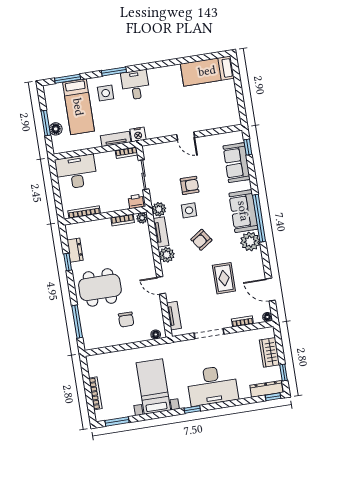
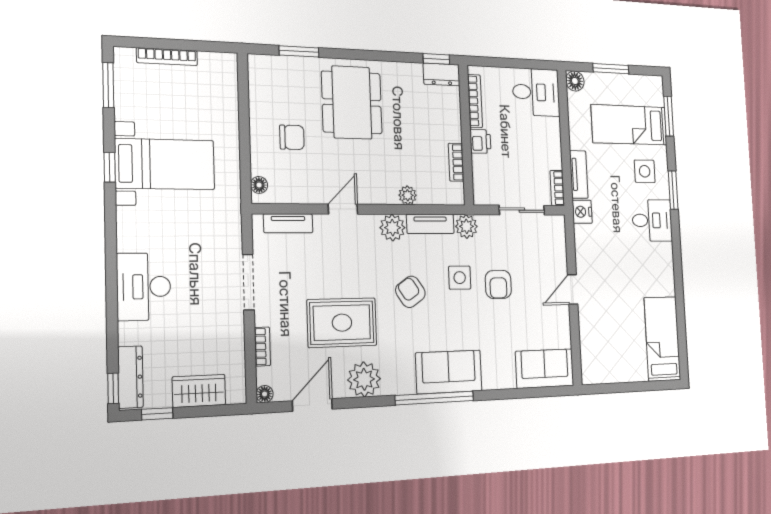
floor lamp: (56, 129) -> (575, 81), moved
window: (248, 147) -> (547, 392), removed
sofa: (237, 163) -> (545, 369), moved
desk: (76, 172) -> (536, 92), width x0.73
printer: (136, 201) -> (480, 141), moved
plant: (142, 218) -> (408, 195), moved
plant: (250, 242) -> (364, 379), moved
dresser: (75, 250) -> (442, 74), moved
window: (68, 262) -> (436, 59), moved
rug: (224, 278) -> (342, 323), width x1.36, depth x1.43
chair: (126, 319) -> (292, 137), turned 180
window: (77, 322) -> (299, 51), width x0.69
desk: (212, 385) -> (144, 287), width x0.73, depth x0.77
window: (192, 410) -> (110, 167), moved

